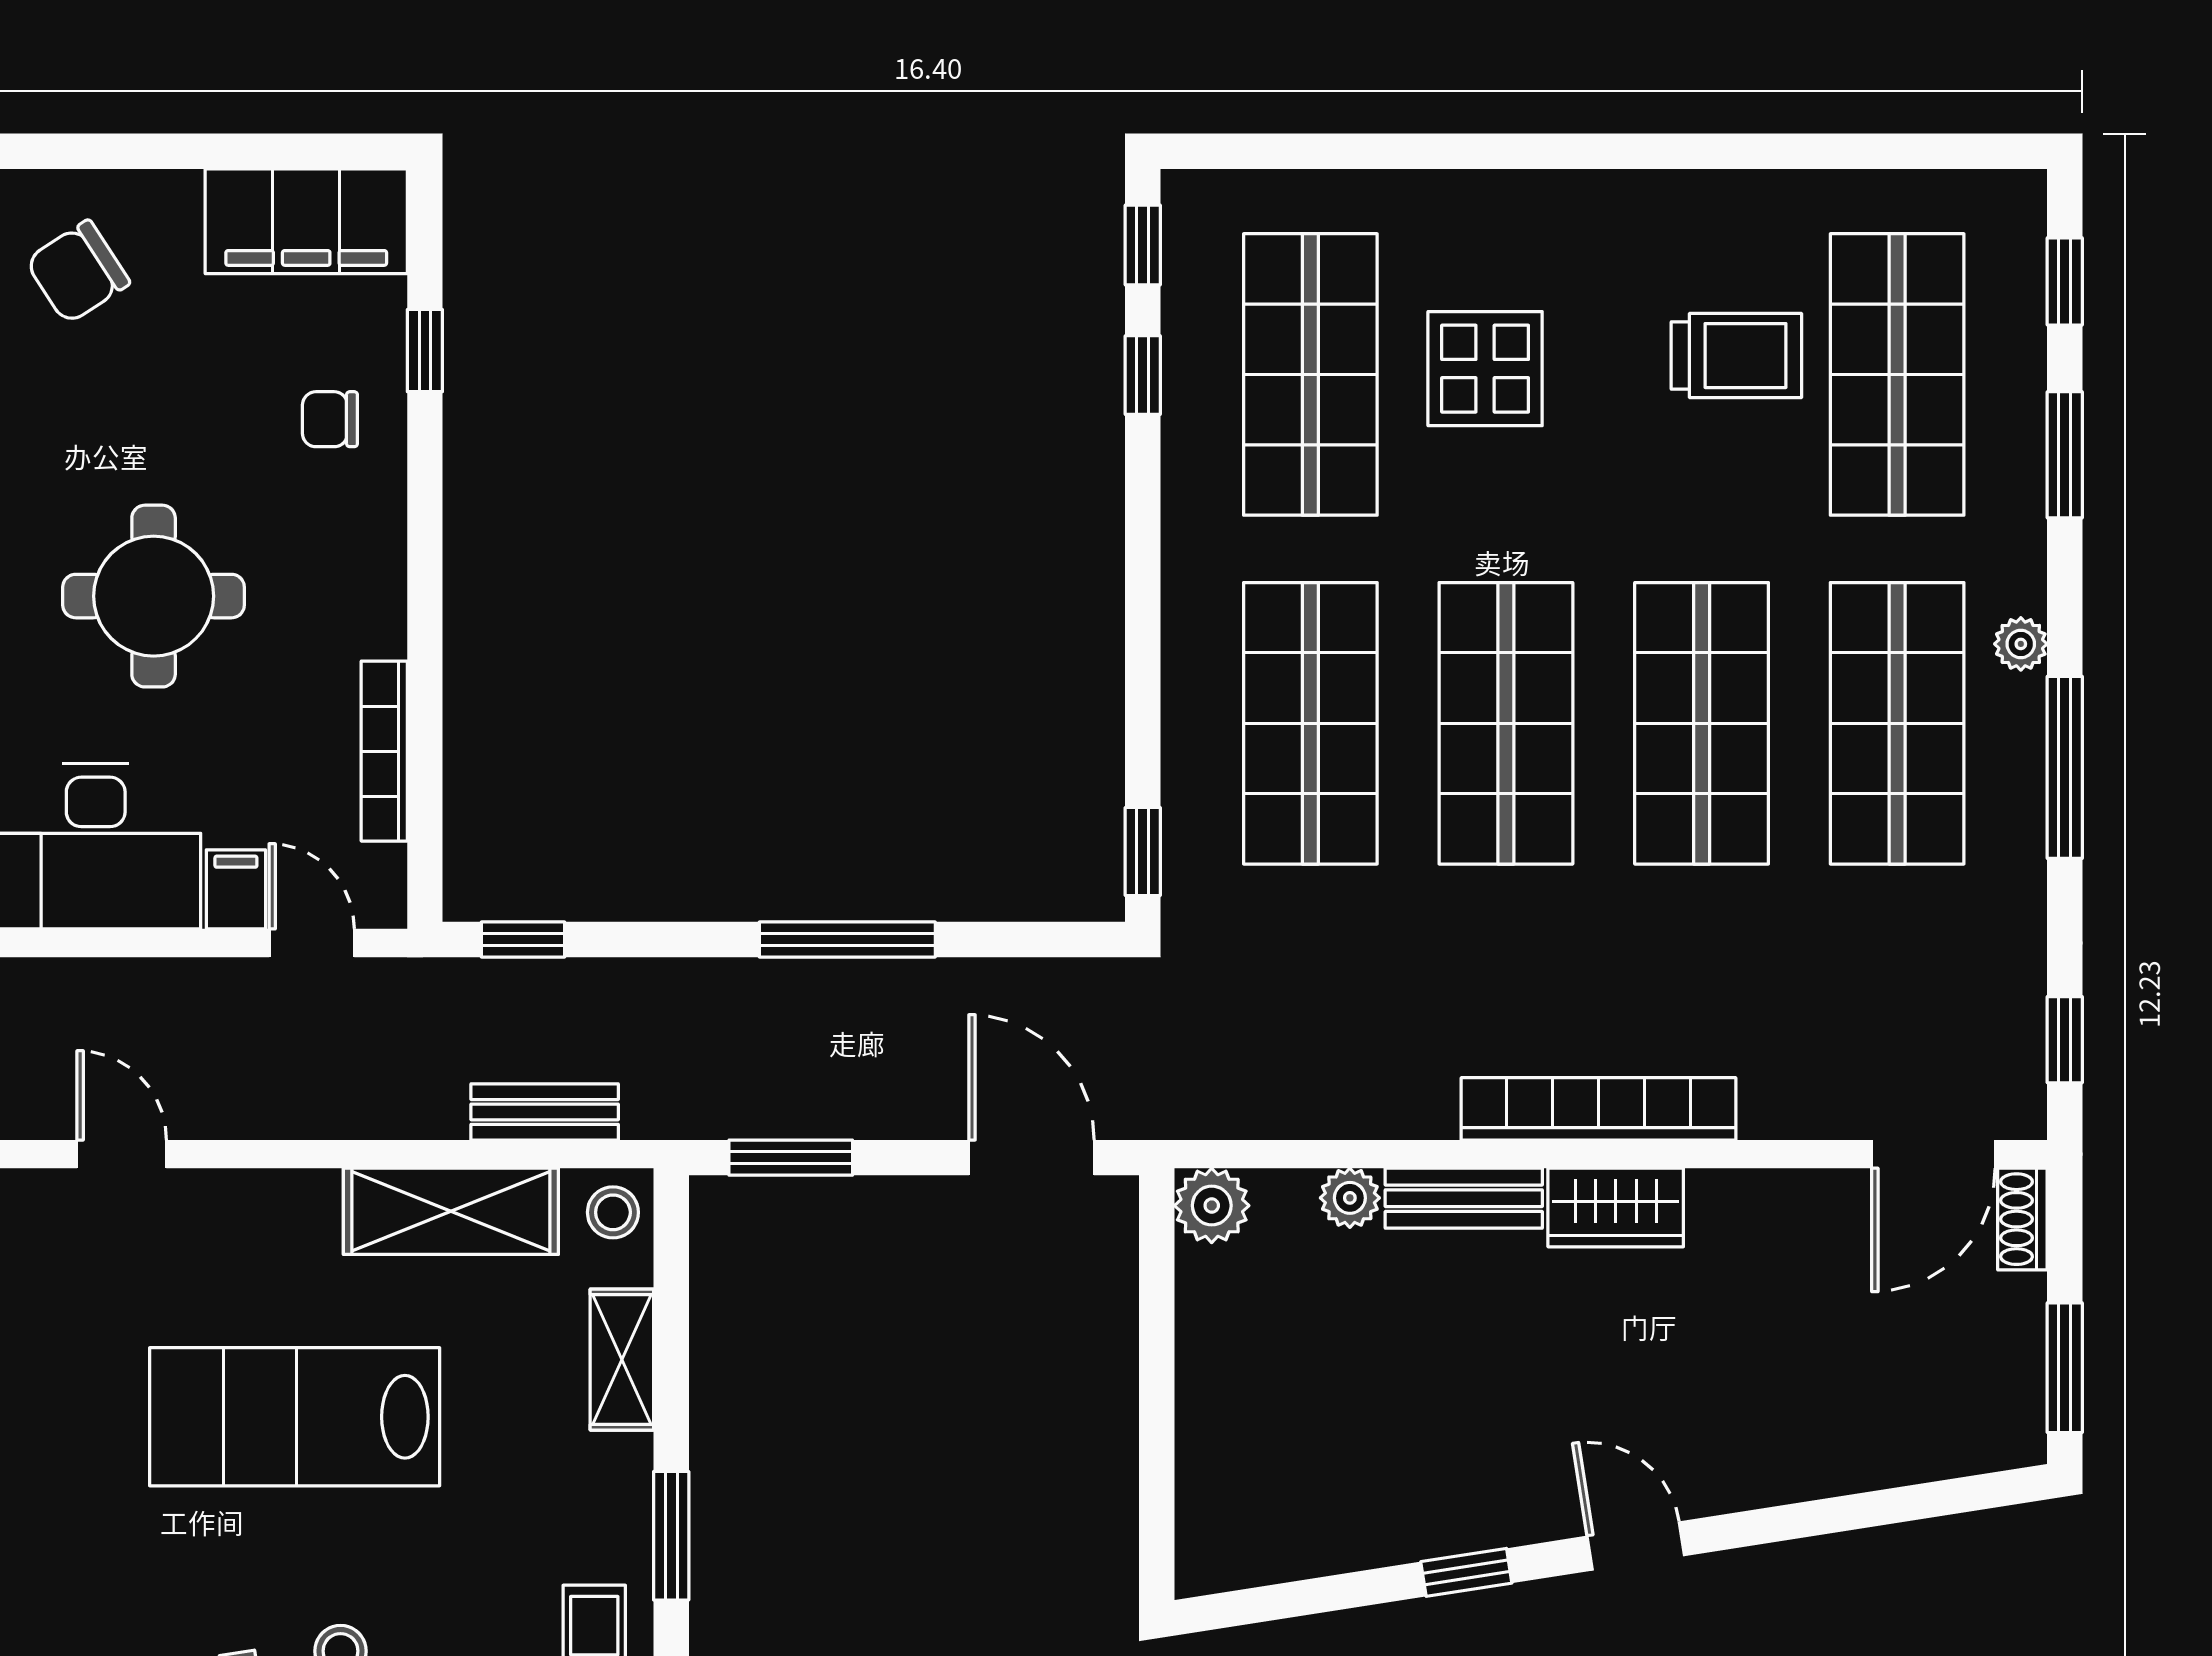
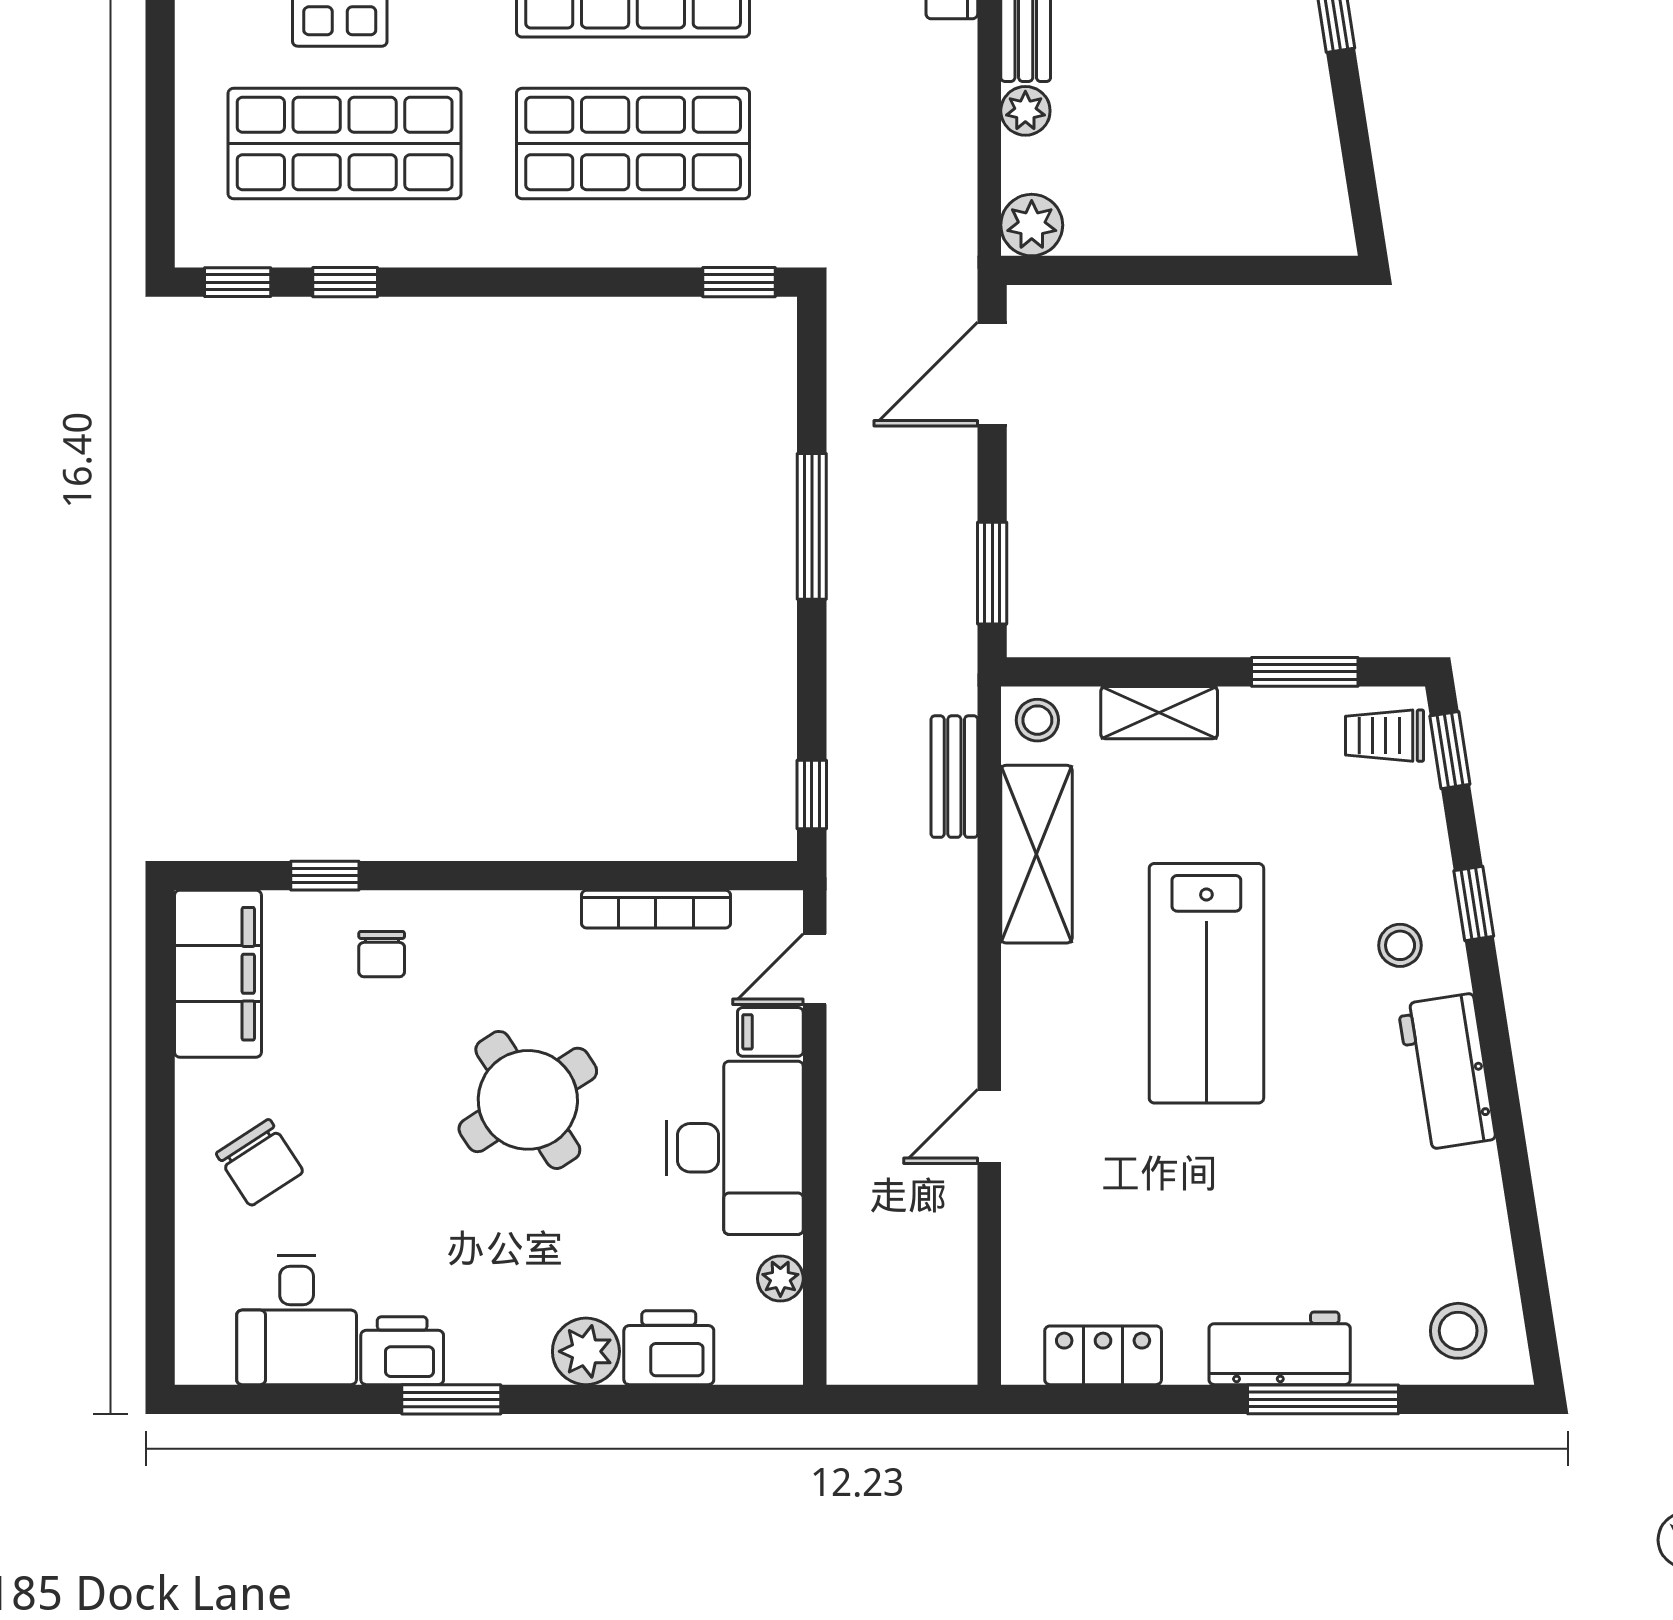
round table: (154, 596) -> (528, 1100), turned -33

